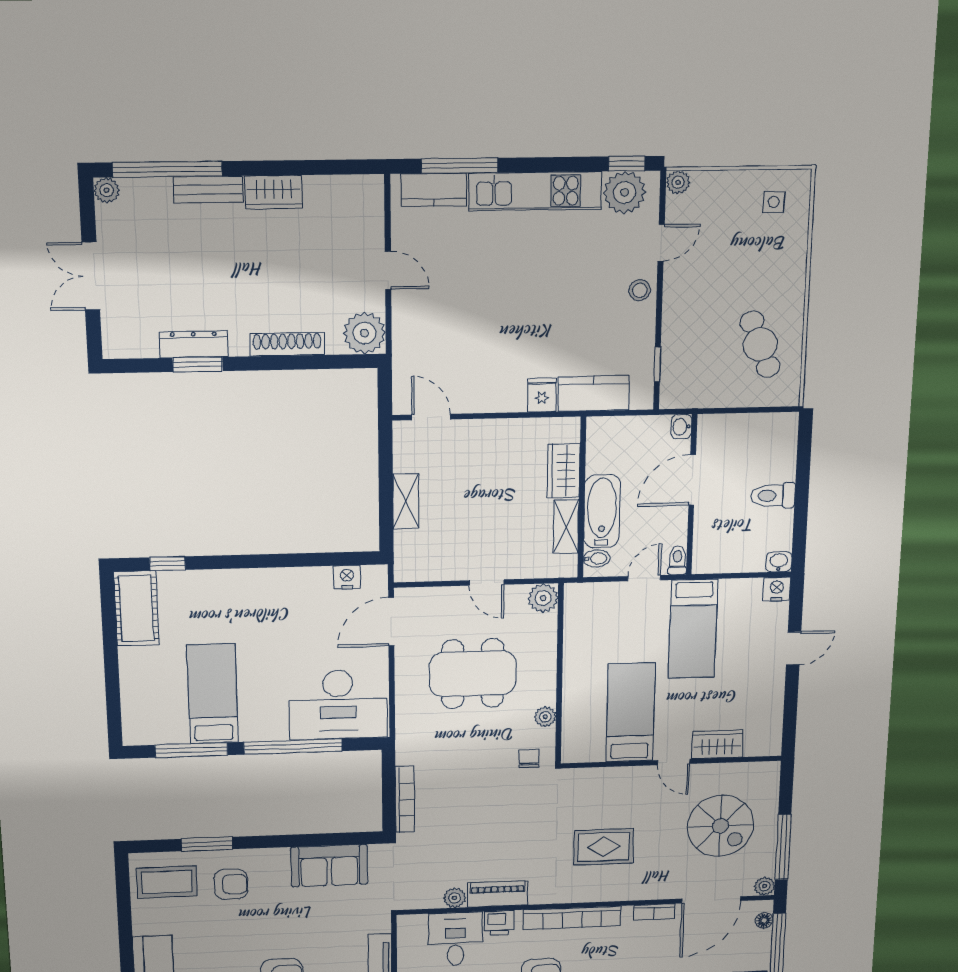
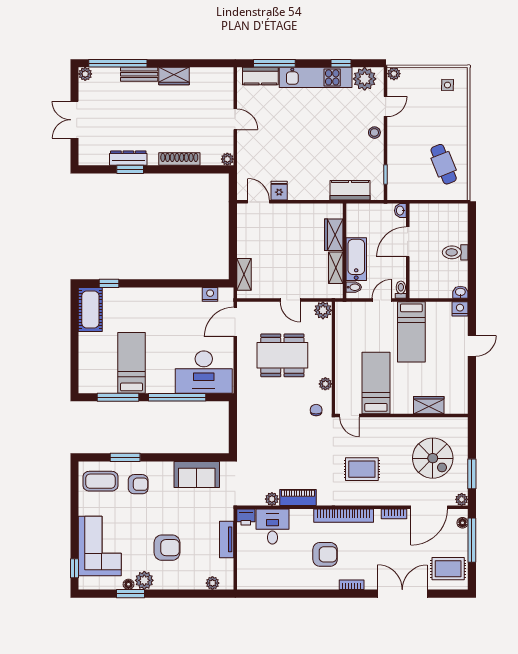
window: (627, 164) -> (341, 63), moved
plant: (364, 333) -> (227, 159), width x0.53, depth x0.53
fridge: (542, 395) -> (279, 191), moved
shelving: (406, 501) -> (244, 274), moved
door: (674, 762) -> (349, 415), moved
bookcase: (405, 800) -> (242, 434), removed
window: (783, 847) -> (472, 474), width x0.69
printer: (499, 923) -> (246, 517), moved

